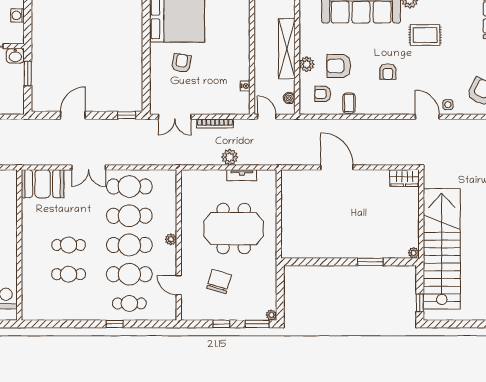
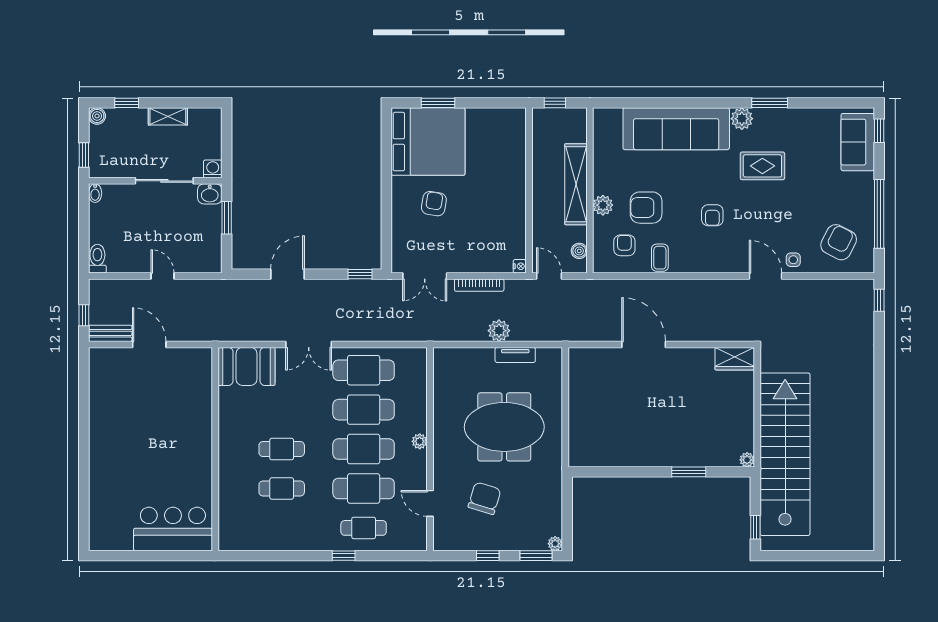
washing machine: (17, 15) -> (213, 169), moved, turned 90
nightstand: (245, 86) -> (520, 266), moved
armchair: (323, 94) -> (624, 245), turned 90

